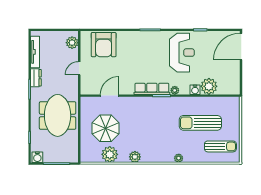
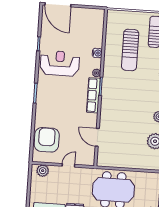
armchair: (104, 45) -> (47, 140), turned -90
door: (79, 68) -> (68, 165), swing flipped
plant: (209, 86) -> (95, 39), removed
parasol: (106, 128) -> (129, 143), removed

